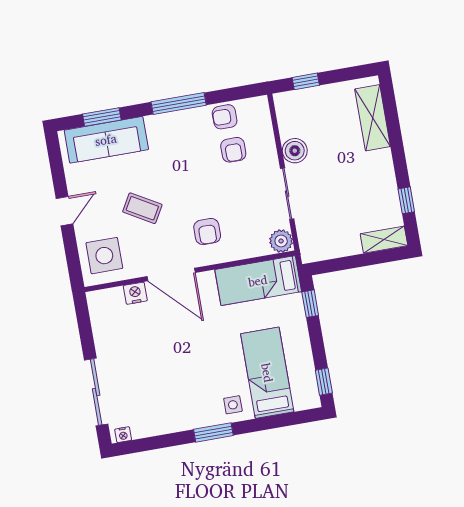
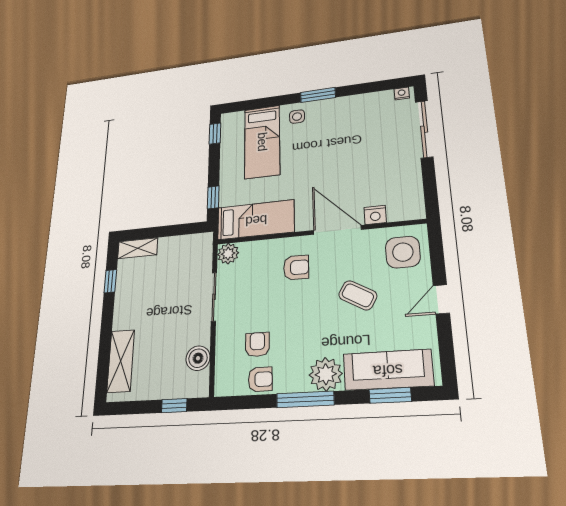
plant: (163, 129) -> (326, 374), added
boiler: (295, 151) -> (198, 358), moved
armchair: (207, 232) -> (296, 267), turned 91

